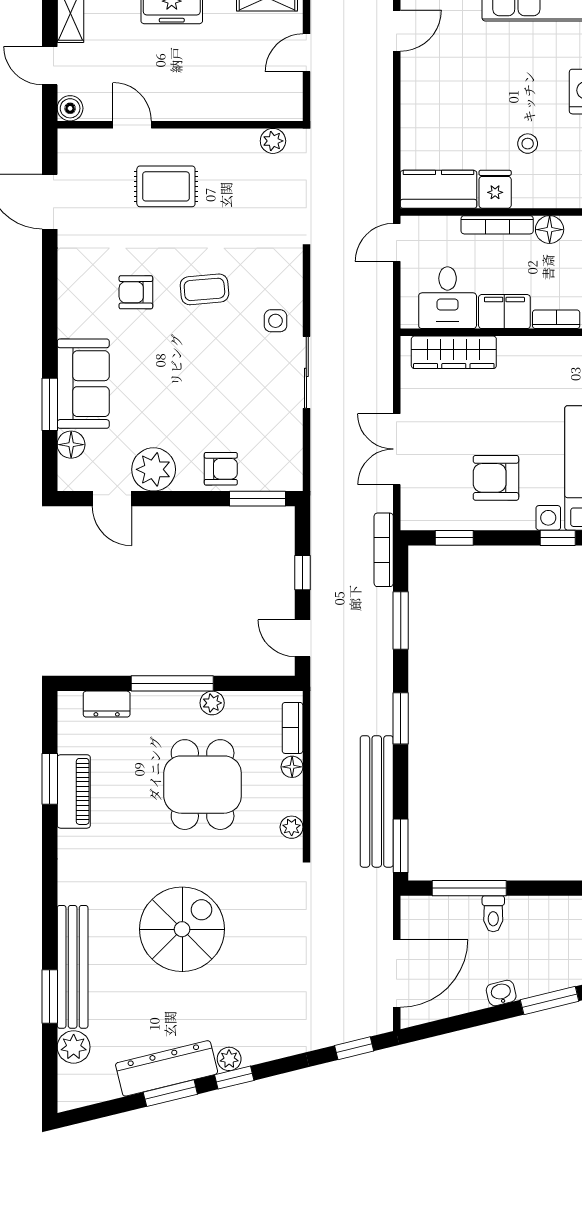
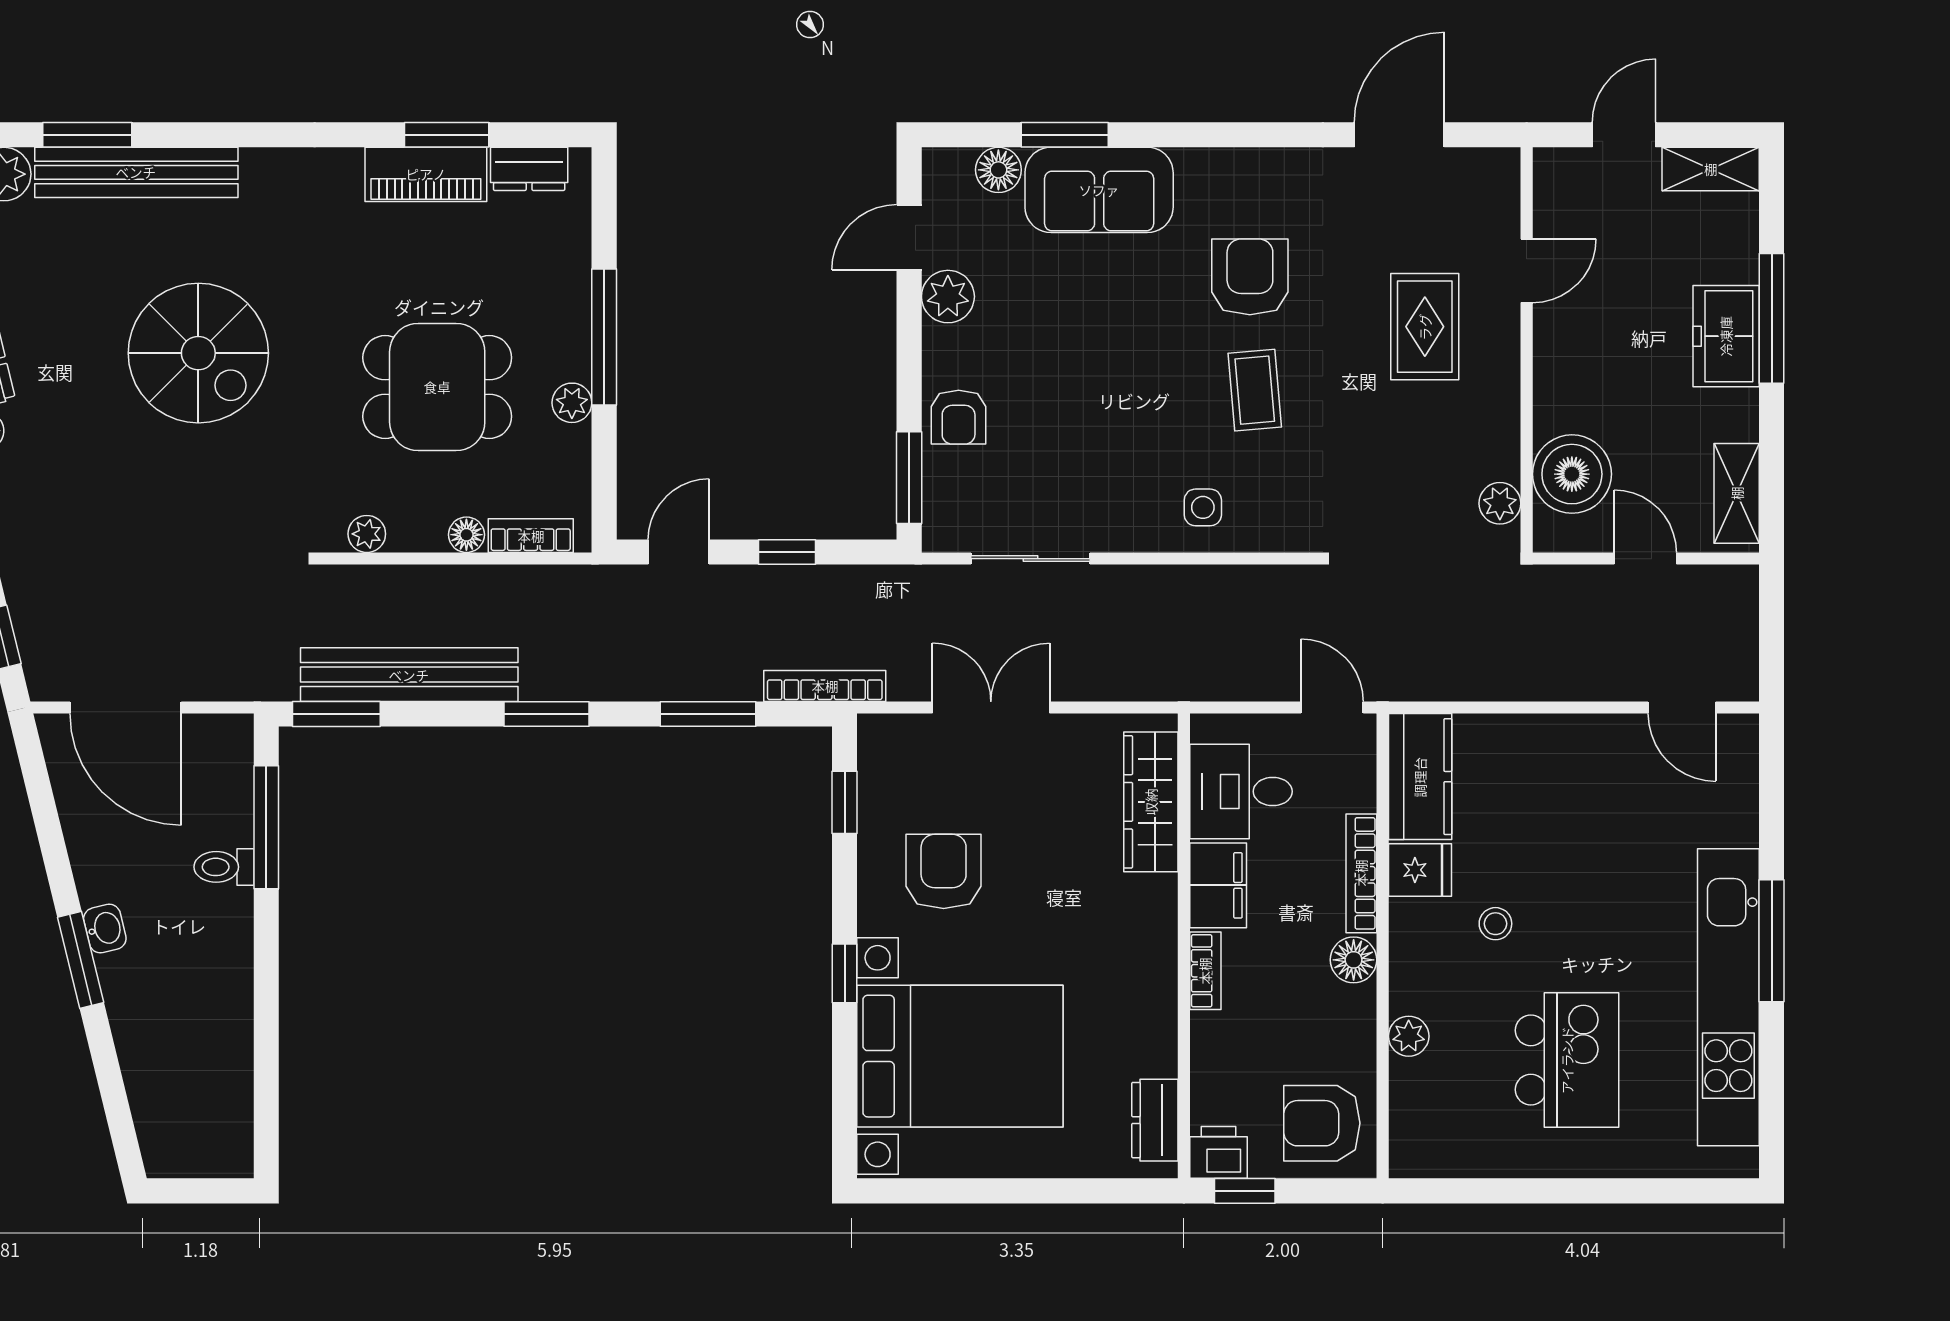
boiler: (70, 108) -> (1572, 474), moved, width x1.86, depth x1.86
armchair: (136, 292) -> (1250, 277), width x1.38, depth x1.38
sliding door: (306, 372) -> (1031, 559), moved
plant: (154, 469) -> (948, 297), width x0.73, depth x0.73
dresser: (107, 704) -> (529, 169), moved, turned -90
washbasin: (501, 993) -> (105, 929), moved

